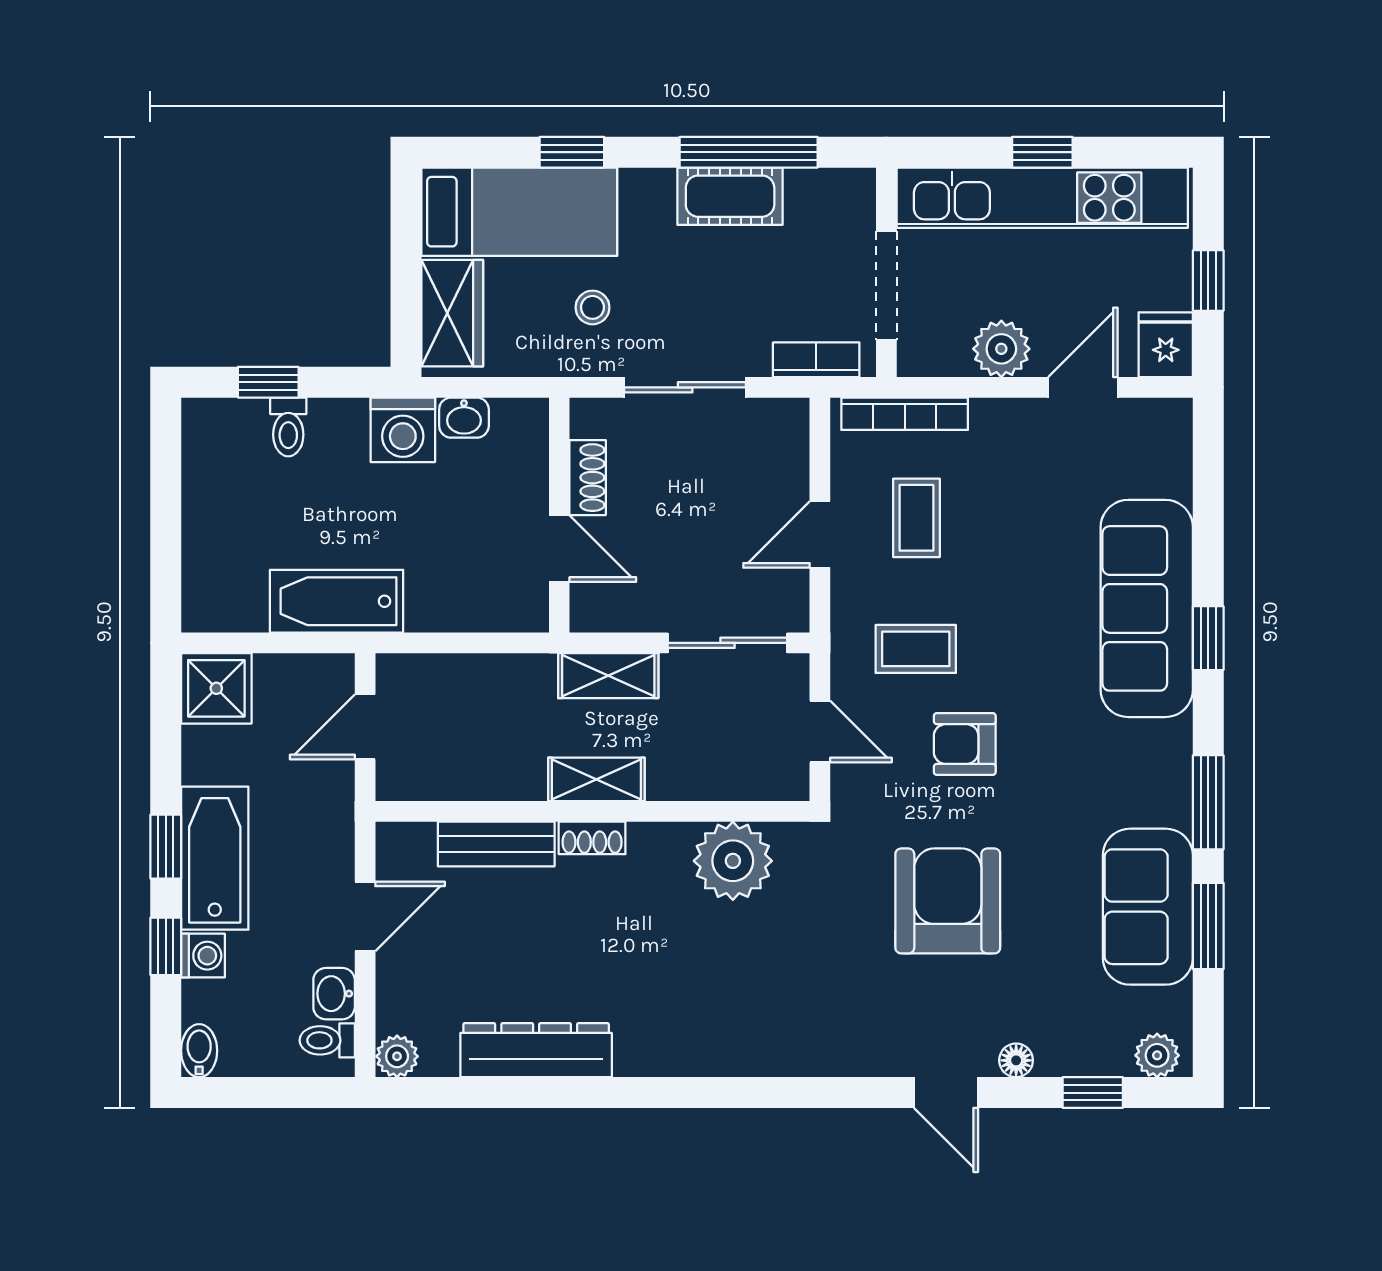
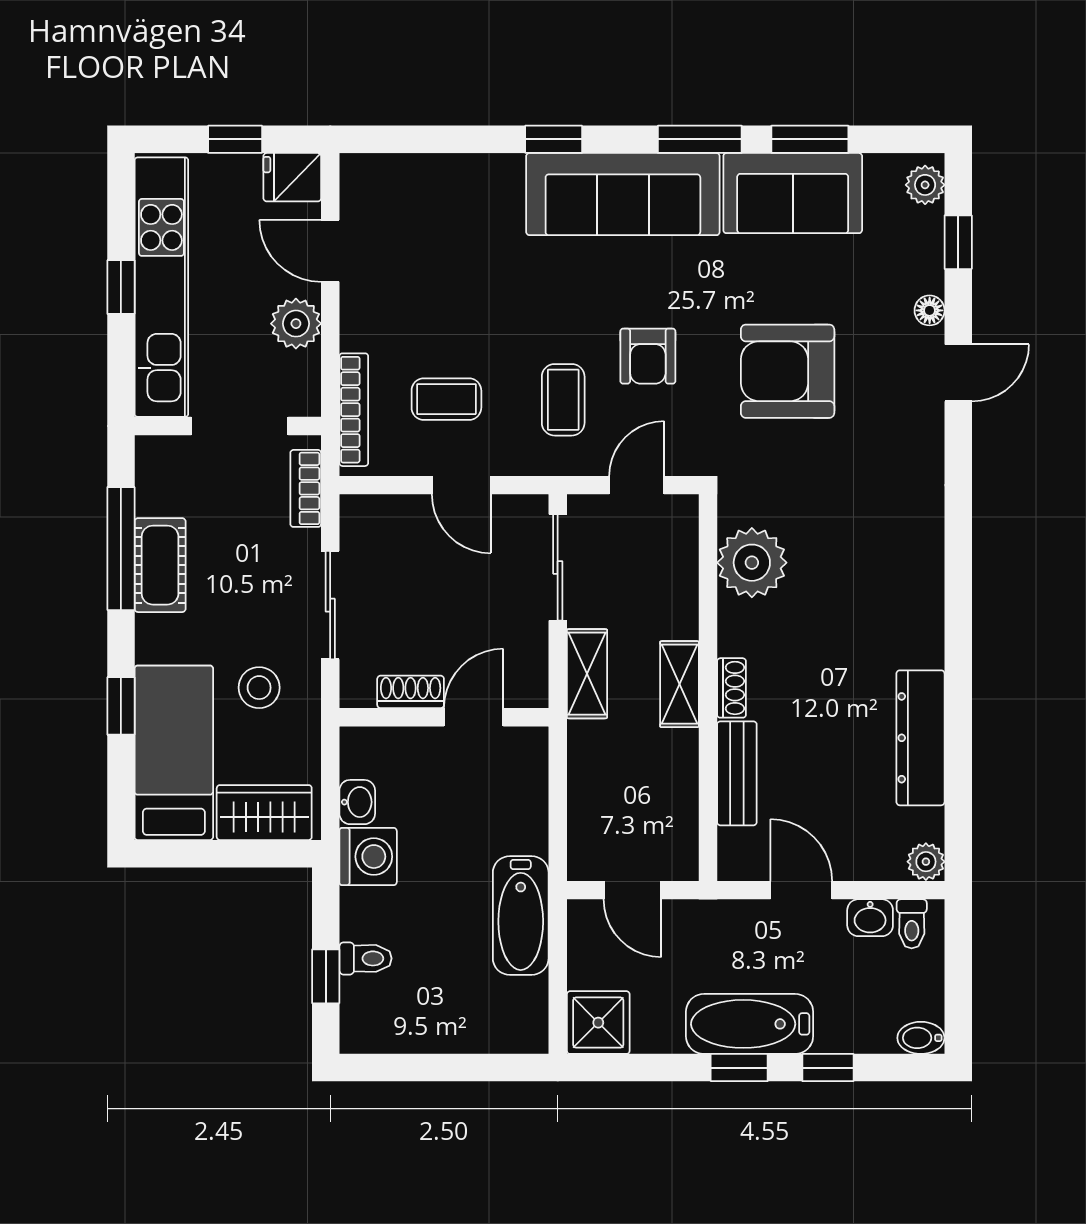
stool: (592, 307) -> (259, 688), width x1.37, depth x1.37
sofa: (1147, 608) -> (623, 194), moved
washing machine: (203, 956) -> (836, 1034), removed

